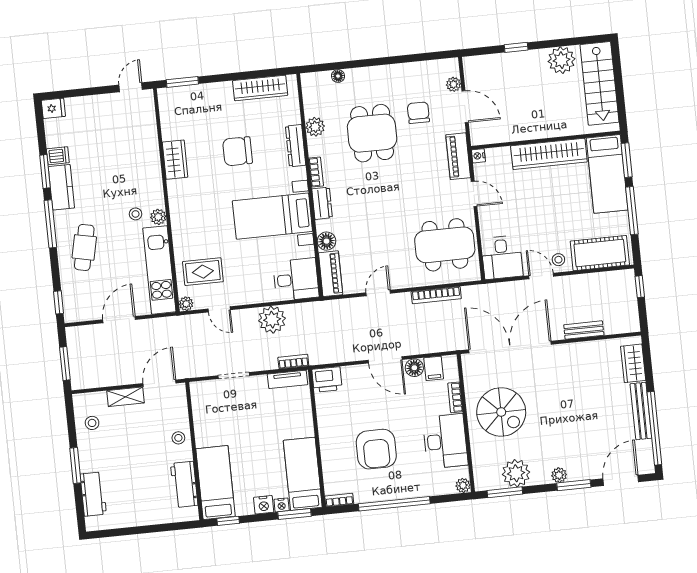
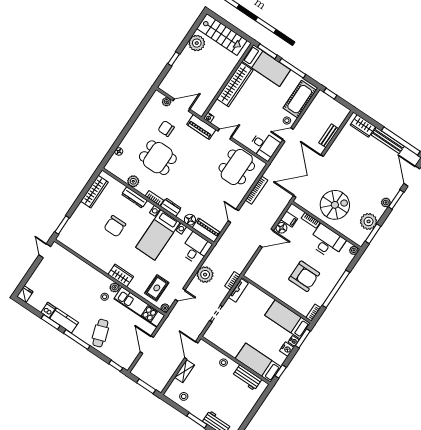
wardrobe: (175, 160) -> (121, 275), moved
cafe table: (84, 247) -> (100, 333), turned 59
printer: (327, 380) -> (253, 272), removed

